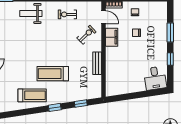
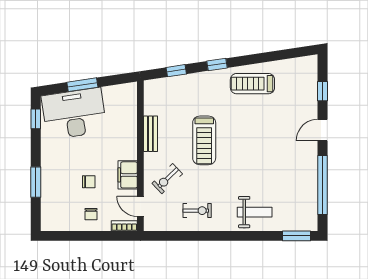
window: (170, 59) -> (36, 119), moved
treadmill: (53, 74) -> (204, 140), moved, turned 90
desk: (155, 78) -> (74, 114), width x1.87, depth x1.30
window: (141, 95) -> (82, 85), added

